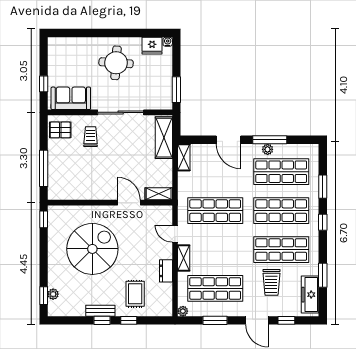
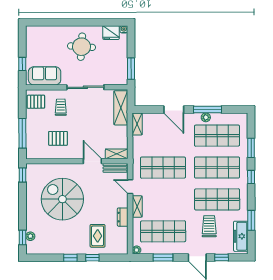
pallet: (87, 175) -> (58, 138), added
spiral stairs: (92, 249) -> (62, 199), turned -90
trolley: (271, 282) -> (209, 226), turned 180
bench: (100, 311) -> (115, 168), moved

